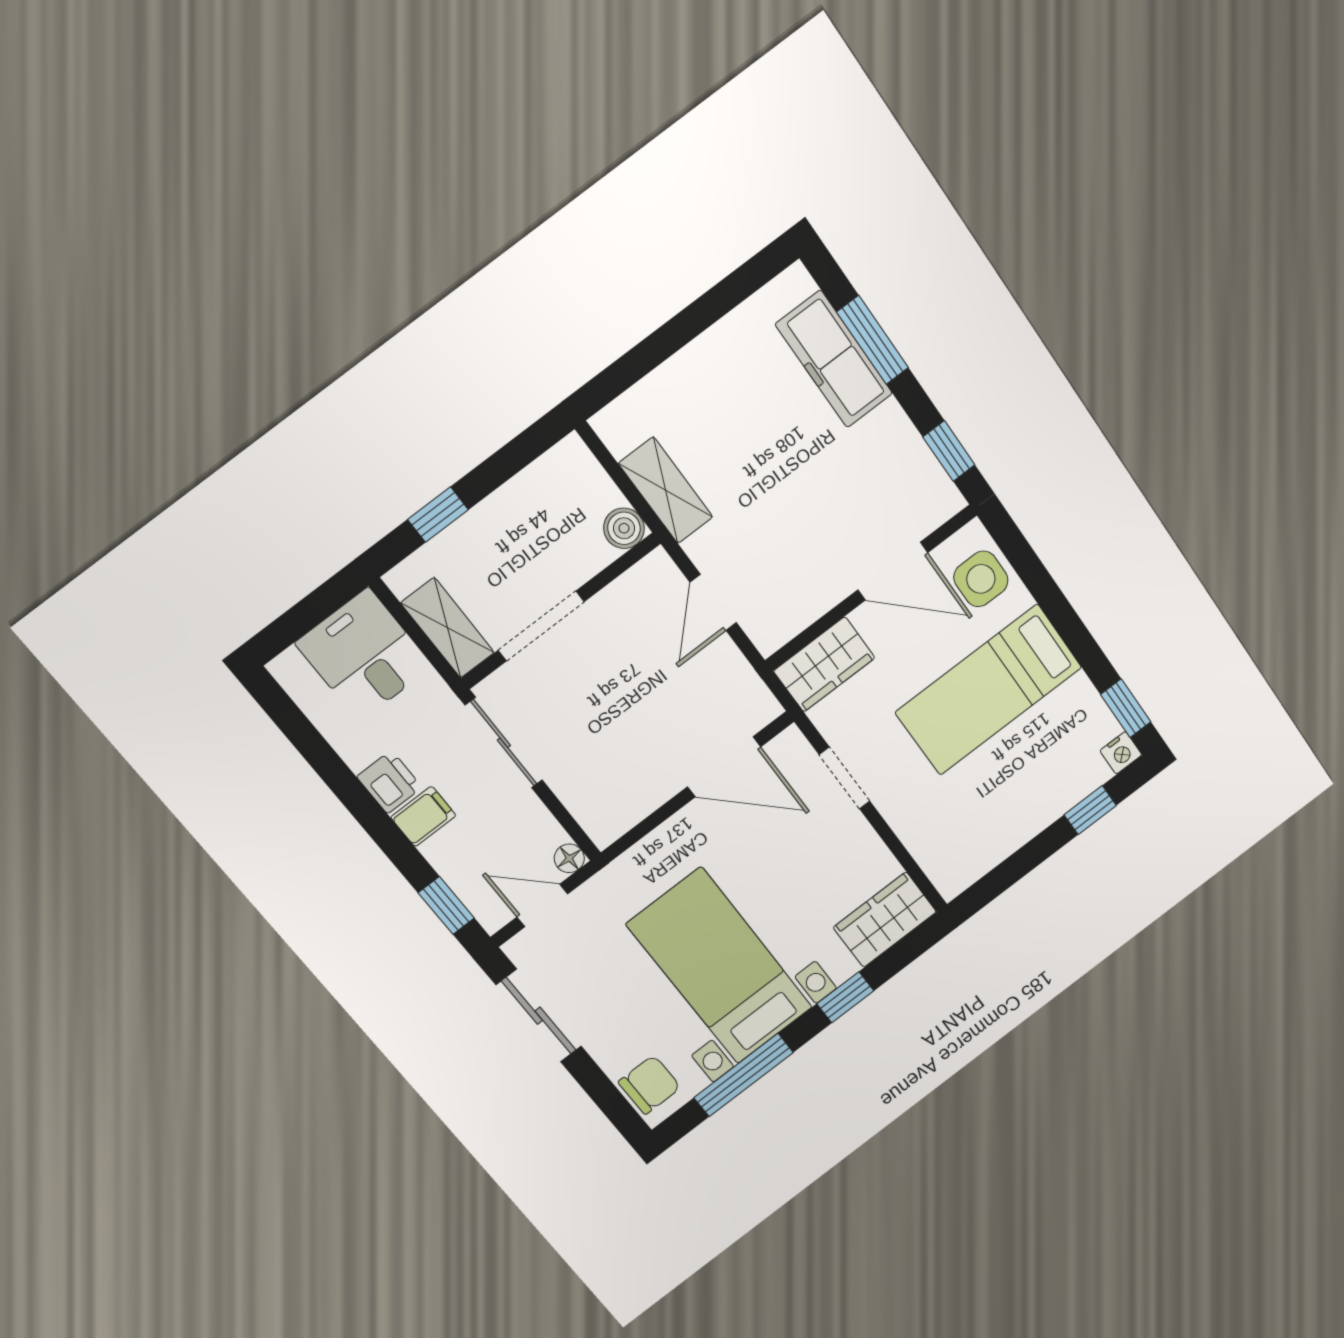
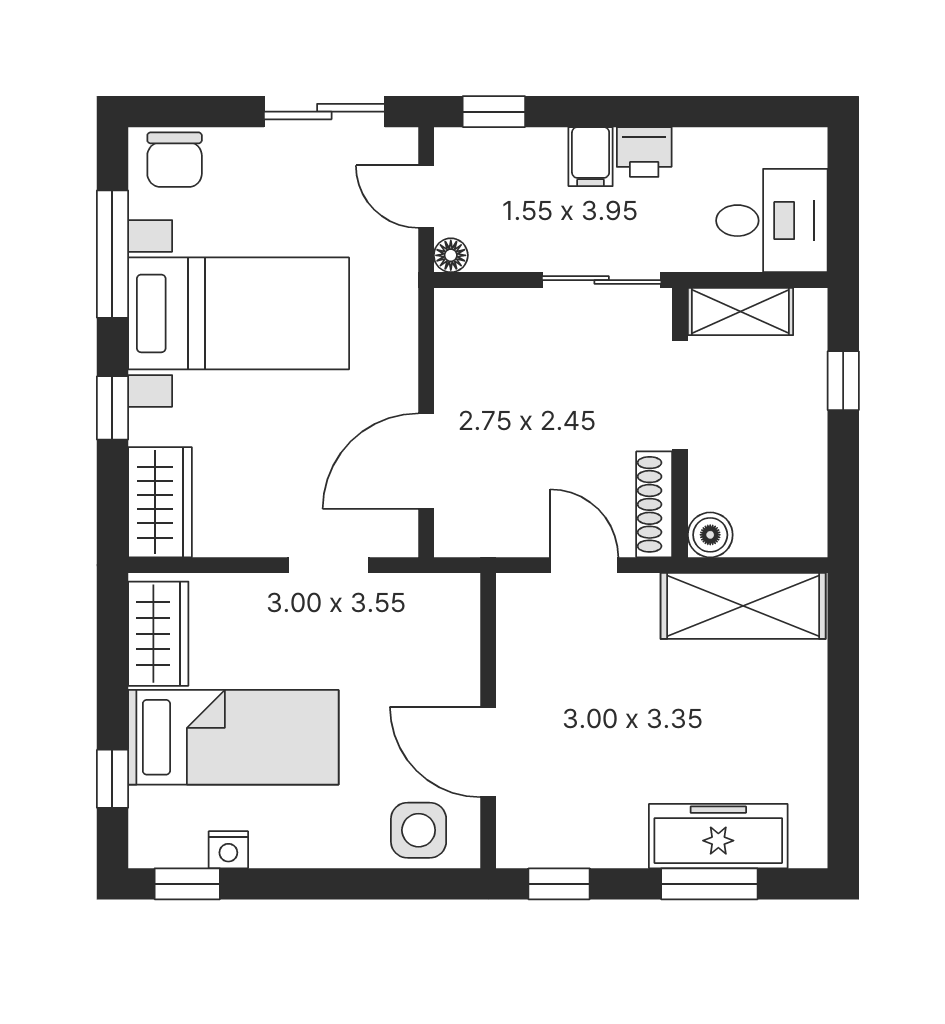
shelving: (666, 490) -> (743, 606), width x1.50, depth x1.33
door: (893, 571) -> (488, 752), hinge flipped
shoe rack: (633, 585) -> (654, 504), added
wardrobe: (824, 664) -> (158, 634), moved, turned 180
bed: (989, 690) -> (233, 737), moved, turned 90
nightstand: (1121, 753) -> (228, 850), moved, turned -90
door: (542, 905) -> (426, 197), swing flipped

